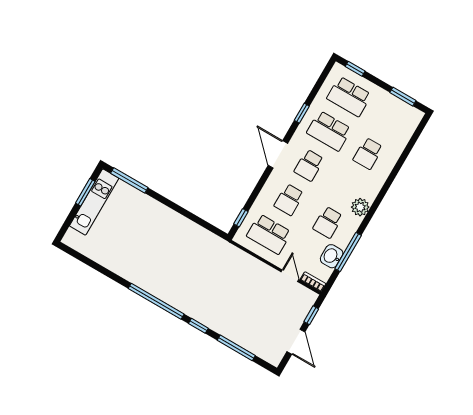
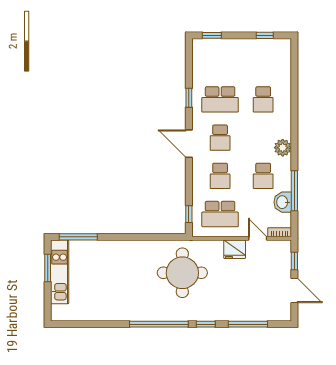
school desk: (349, 96) -> (220, 61), removed
window: (403, 97) -> (265, 35), width x0.67
round table: (204, 267) -> (182, 273), added
fridge: (264, 273) -> (235, 249), added

